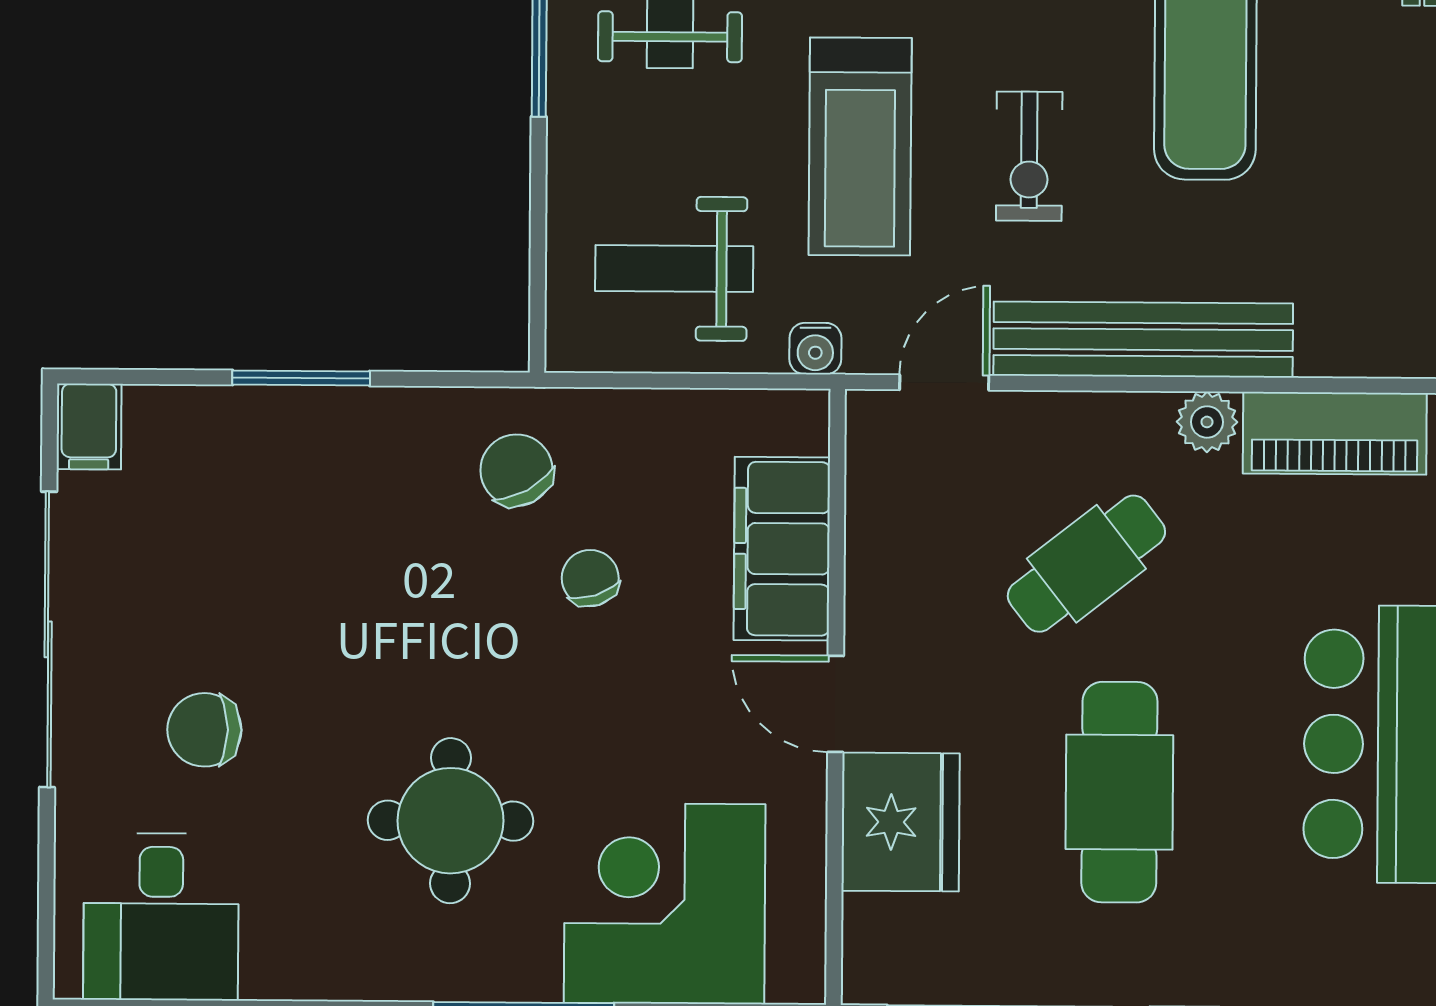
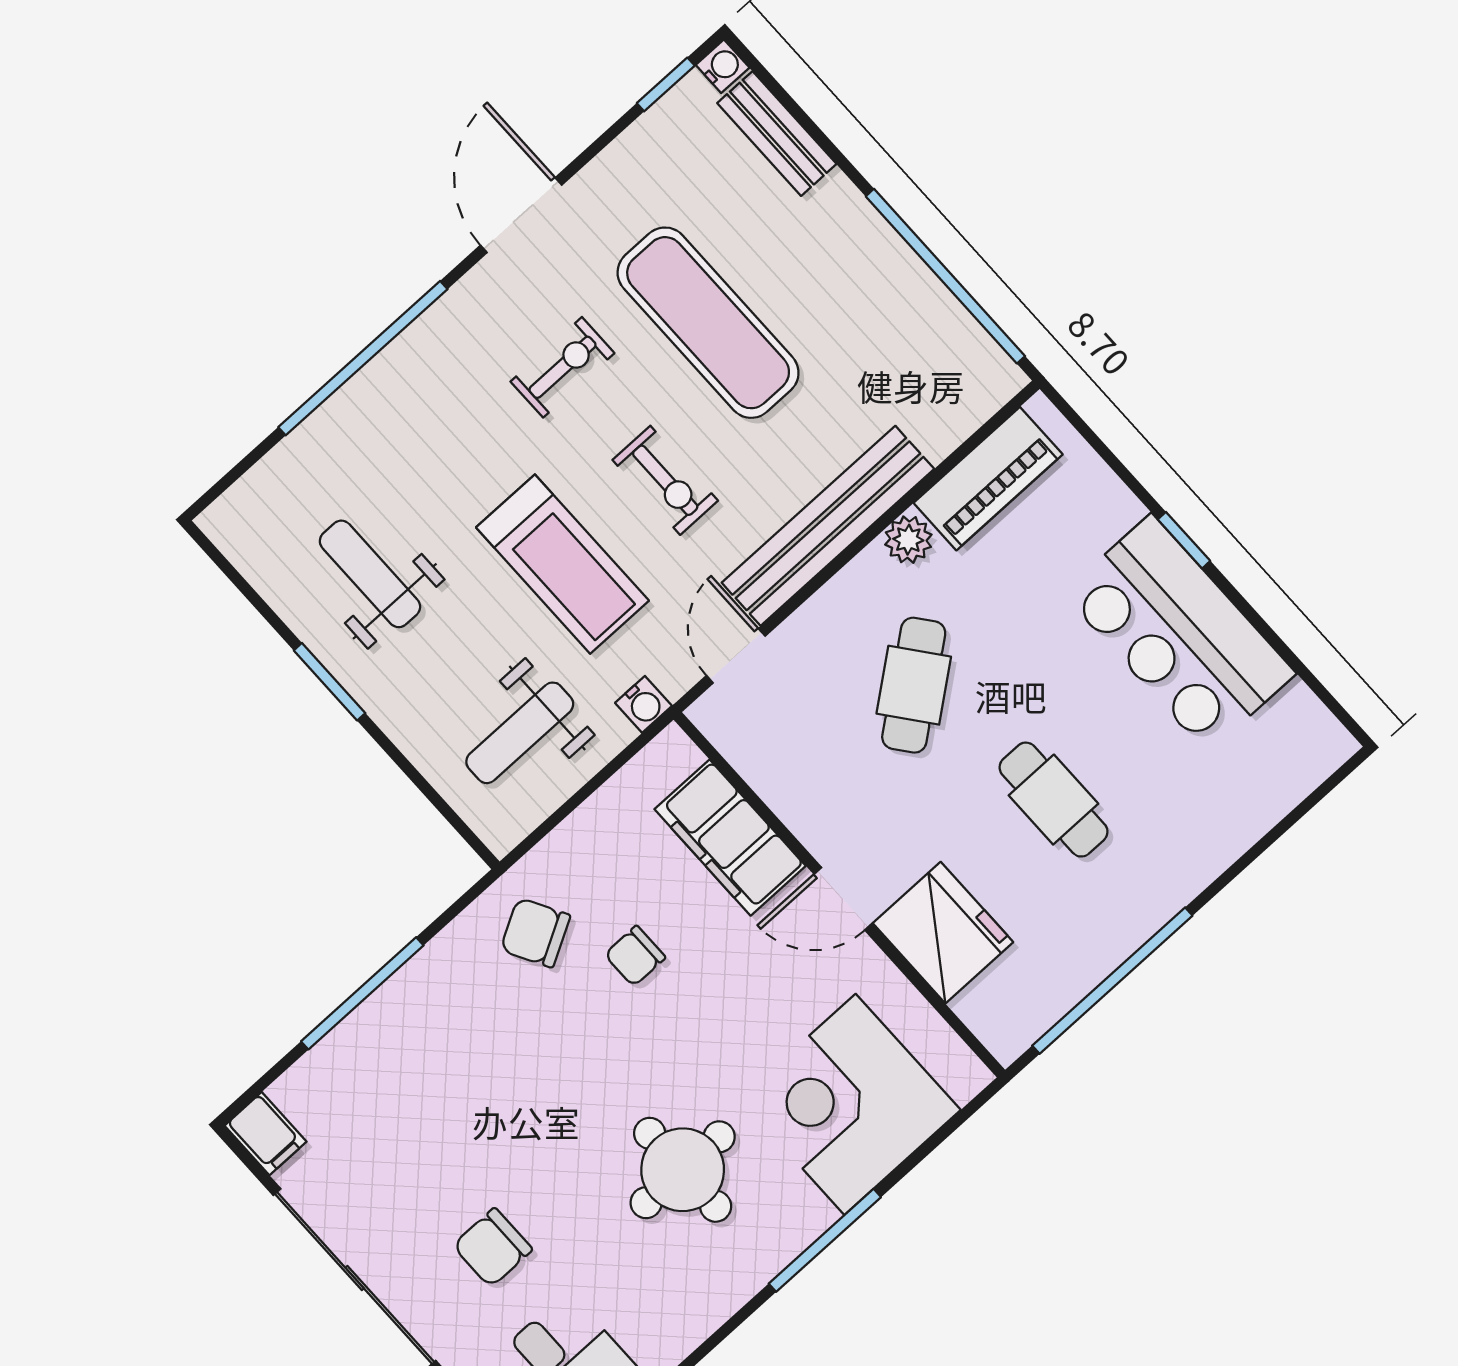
window: (301, 378) -> (362, 993), width x1.44
chair: (590, 578) -> (635, 956), turned -72
cafe table: (1119, 792) -> (1054, 800), width x0.73, depth x0.74

